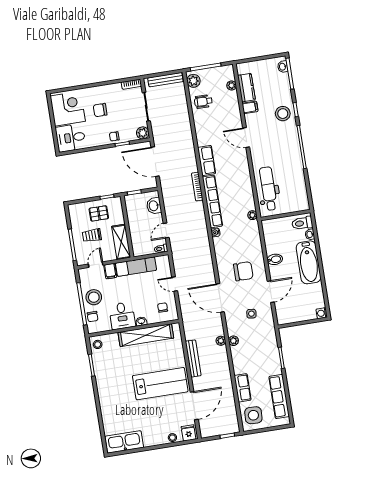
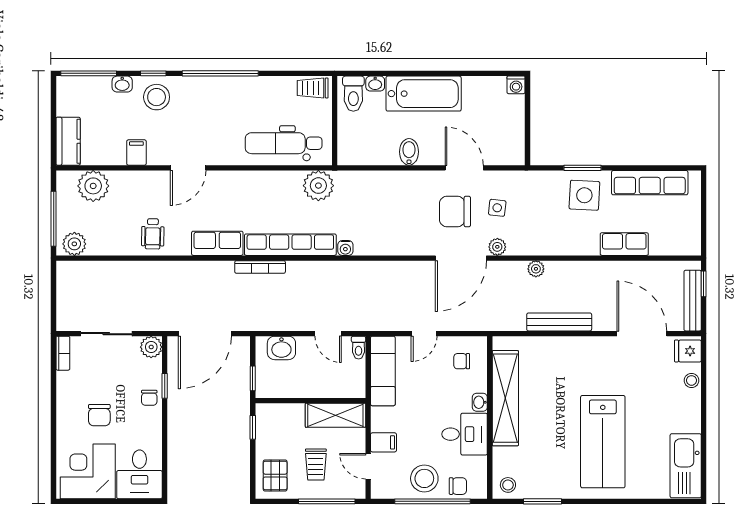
washbasin: (283, 67) -> (122, 84), moved
bench: (165, 80) -> (693, 301), moved
plant: (232, 86) -> (93, 186), width x1.87, depth x1.87
kitchen counter: (246, 88) -> (68, 141), moved, turned 90
wheelchair: (203, 101) -> (153, 234), moved
trolley: (302, 200) -> (313, 88), added
pallet: (99, 213) -> (275, 476), moved
plant: (252, 215) -> (318, 186), width x1.88, depth x1.88
exam couch: (136, 267) -> (383, 371), moved
chair: (243, 271) -> (455, 212), moved, turned -90
plant: (233, 341) -> (497, 247), moved
lab bench: (160, 384) -> (603, 442), moved, turned 180
side table: (253, 415) -> (584, 195), moved

